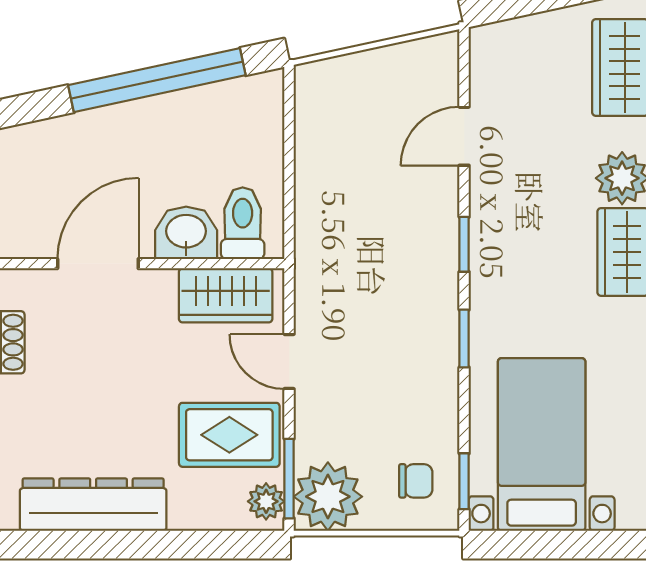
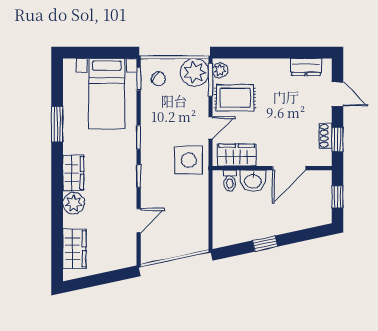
window: (157, 80) -> (265, 244), width x0.32
toilet: (243, 223) -> (230, 181), width x0.73, depth x0.72
side table: (342, 283) -> (189, 160), added
door: (289, 362) -> (211, 128), hinge flipped
chair: (416, 481) -> (158, 79), turned -143
dresser: (93, 505) -> (306, 67), width x0.51, depth x0.80

